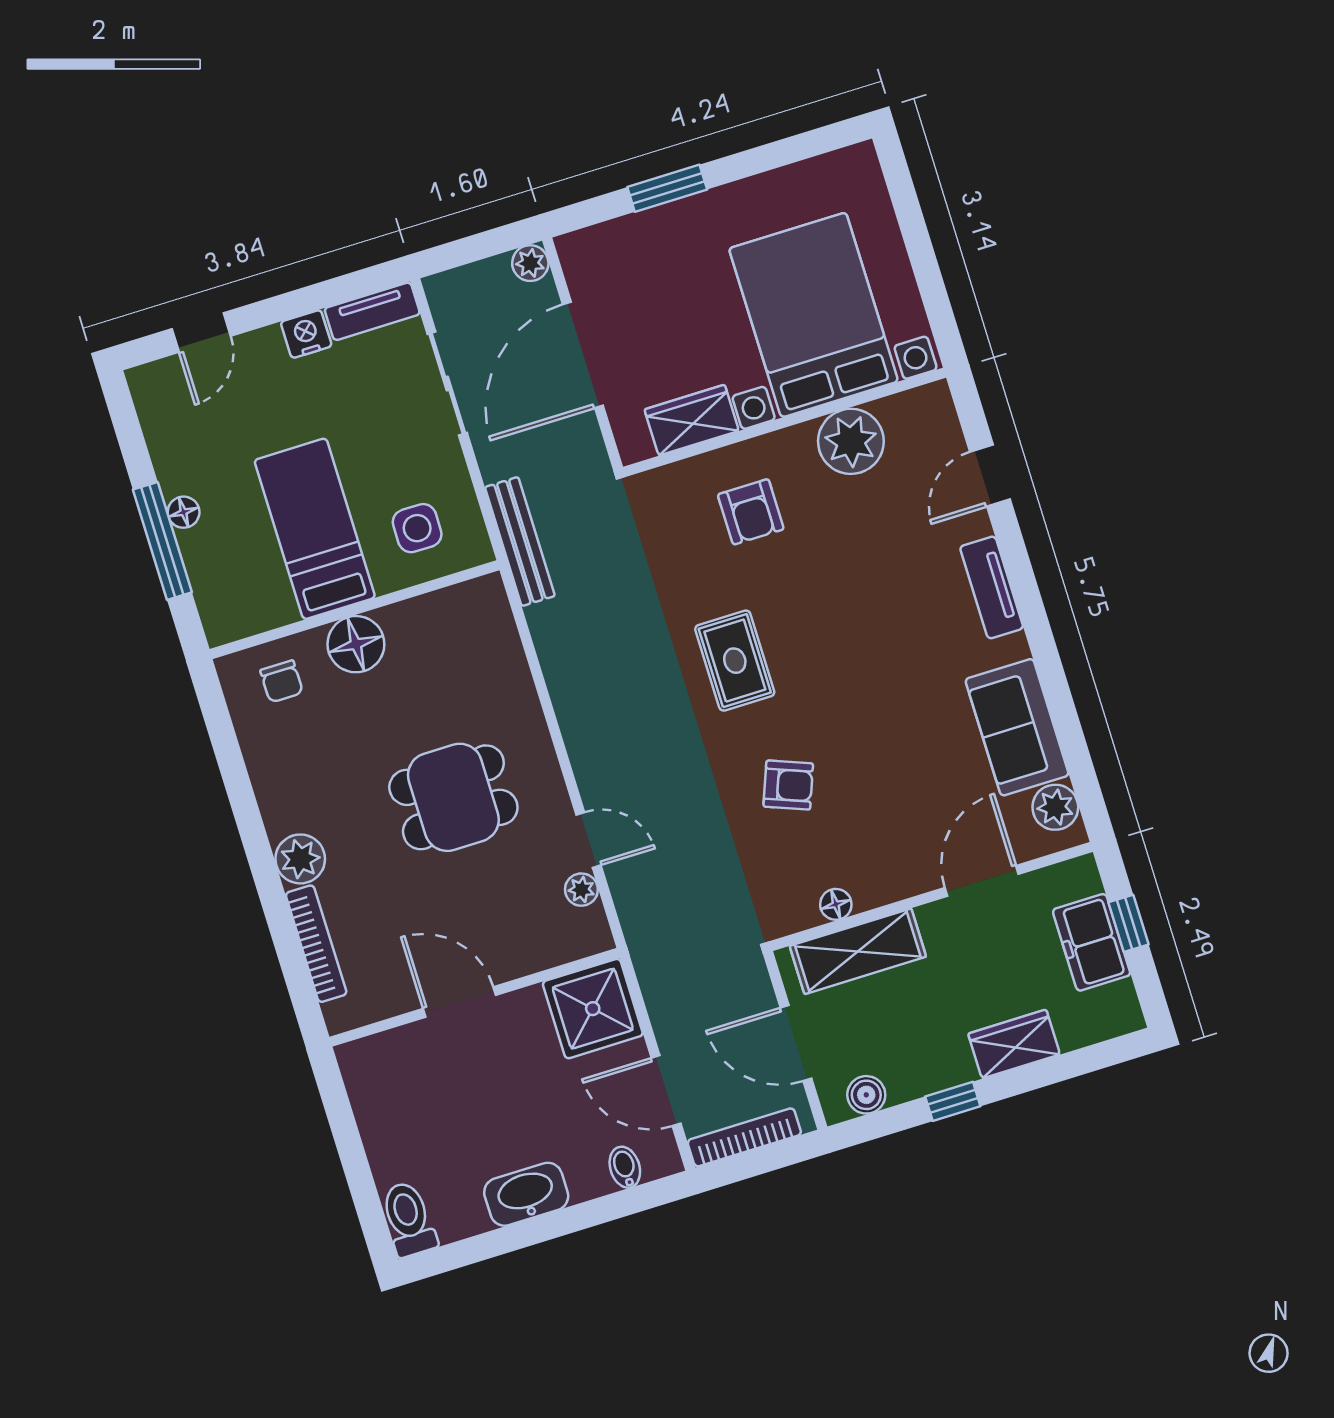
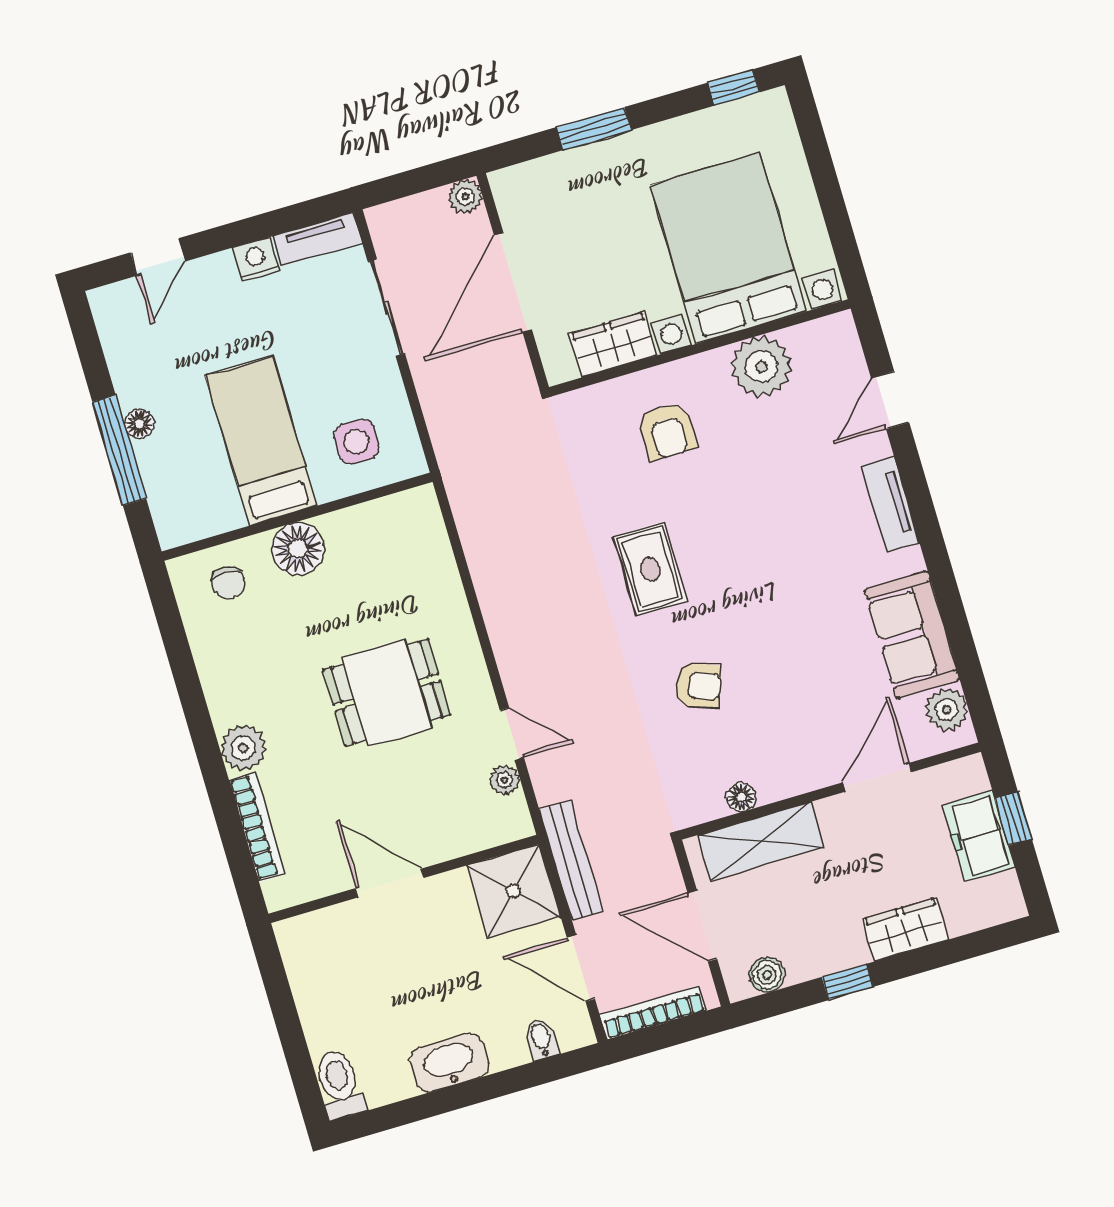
window: (817, 142) -> (734, 87), added
bench: (520, 542) -> (571, 860), moved

